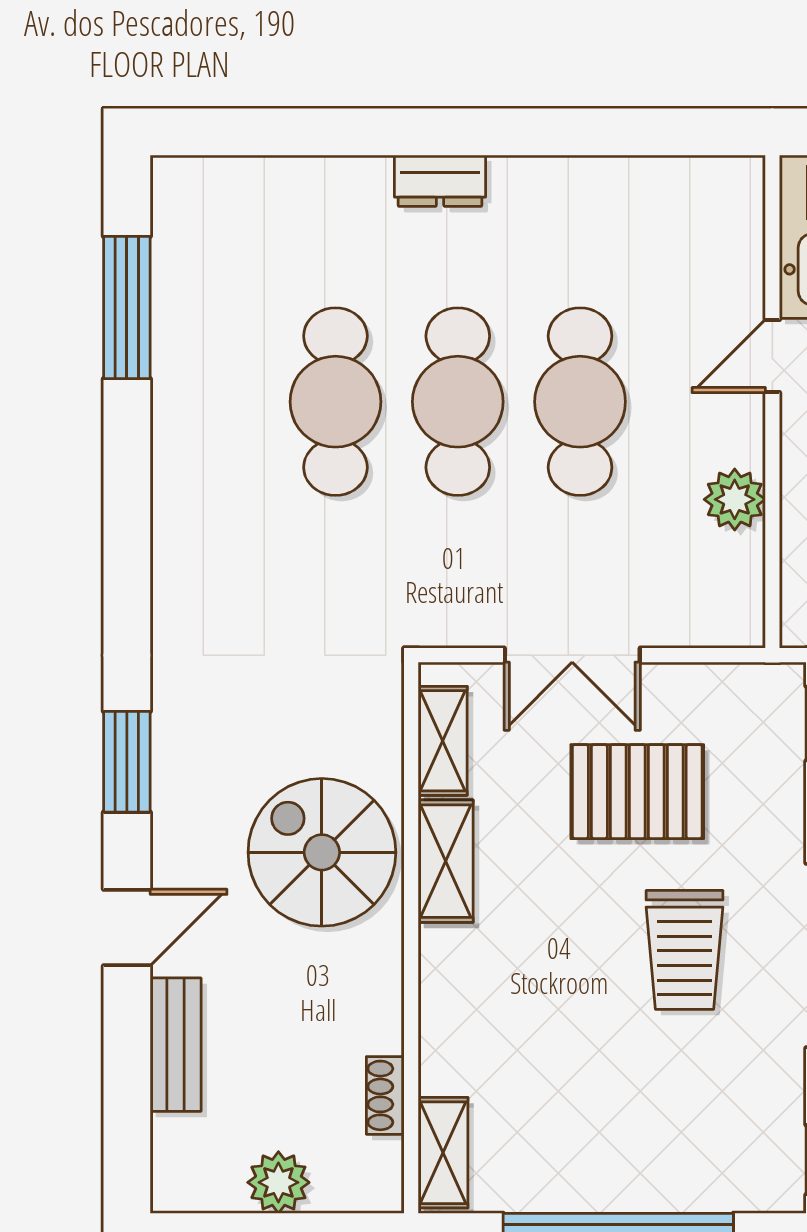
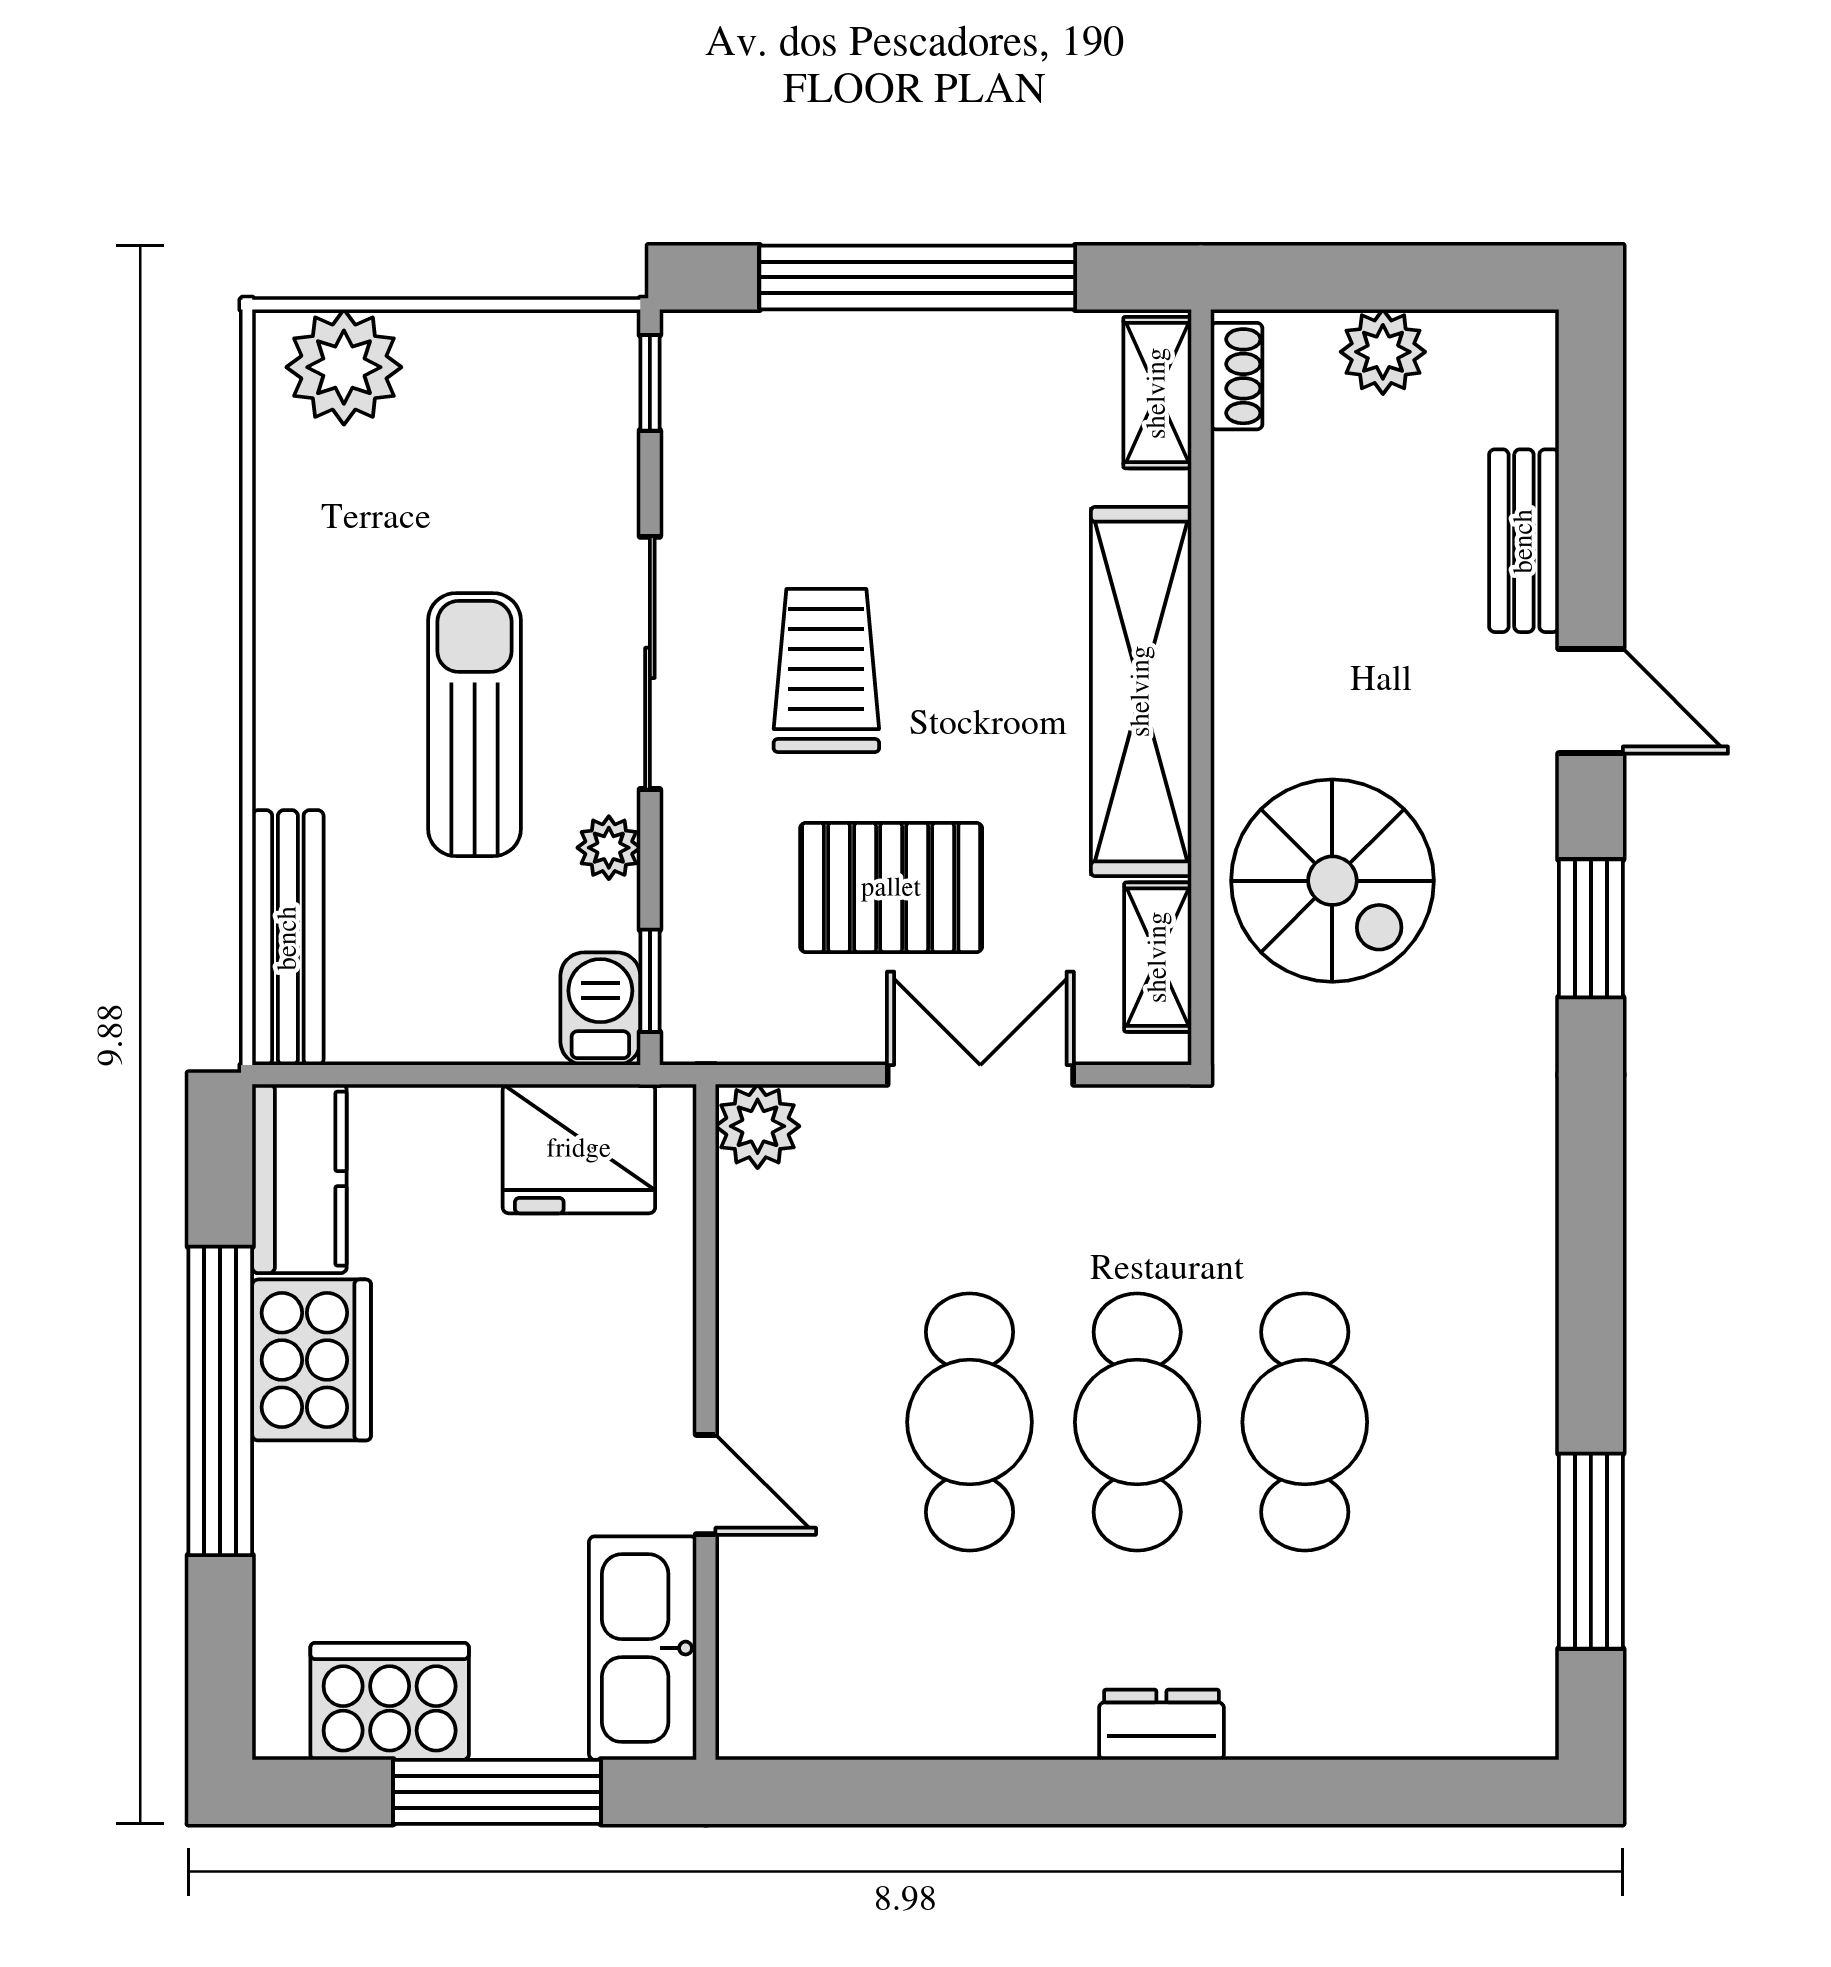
door: (772, 356) -> (706, 1485), hinge flipped
plant: (735, 499) -> (758, 1126), moved
spiral stairs: (322, 852) -> (1332, 881), moved
shelving: (446, 861) -> (1141, 691), width x2.20, depth x1.33
door: (127, 928) -> (1591, 701), swing flipped
shoe rack: (385, 1095) -> (1237, 376), moved

